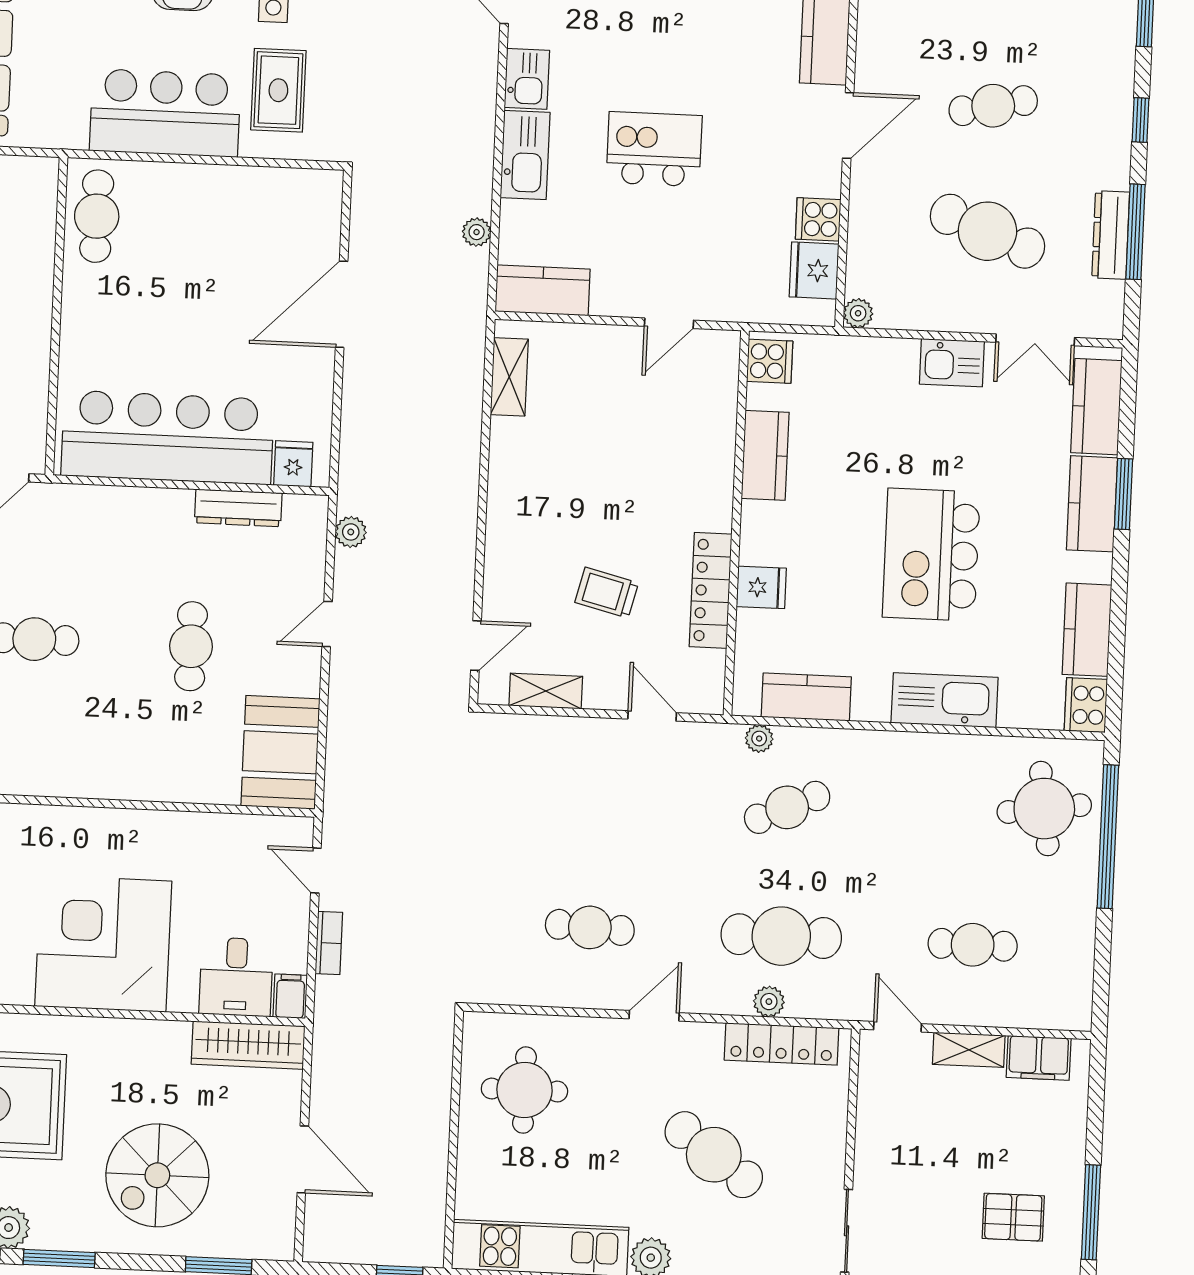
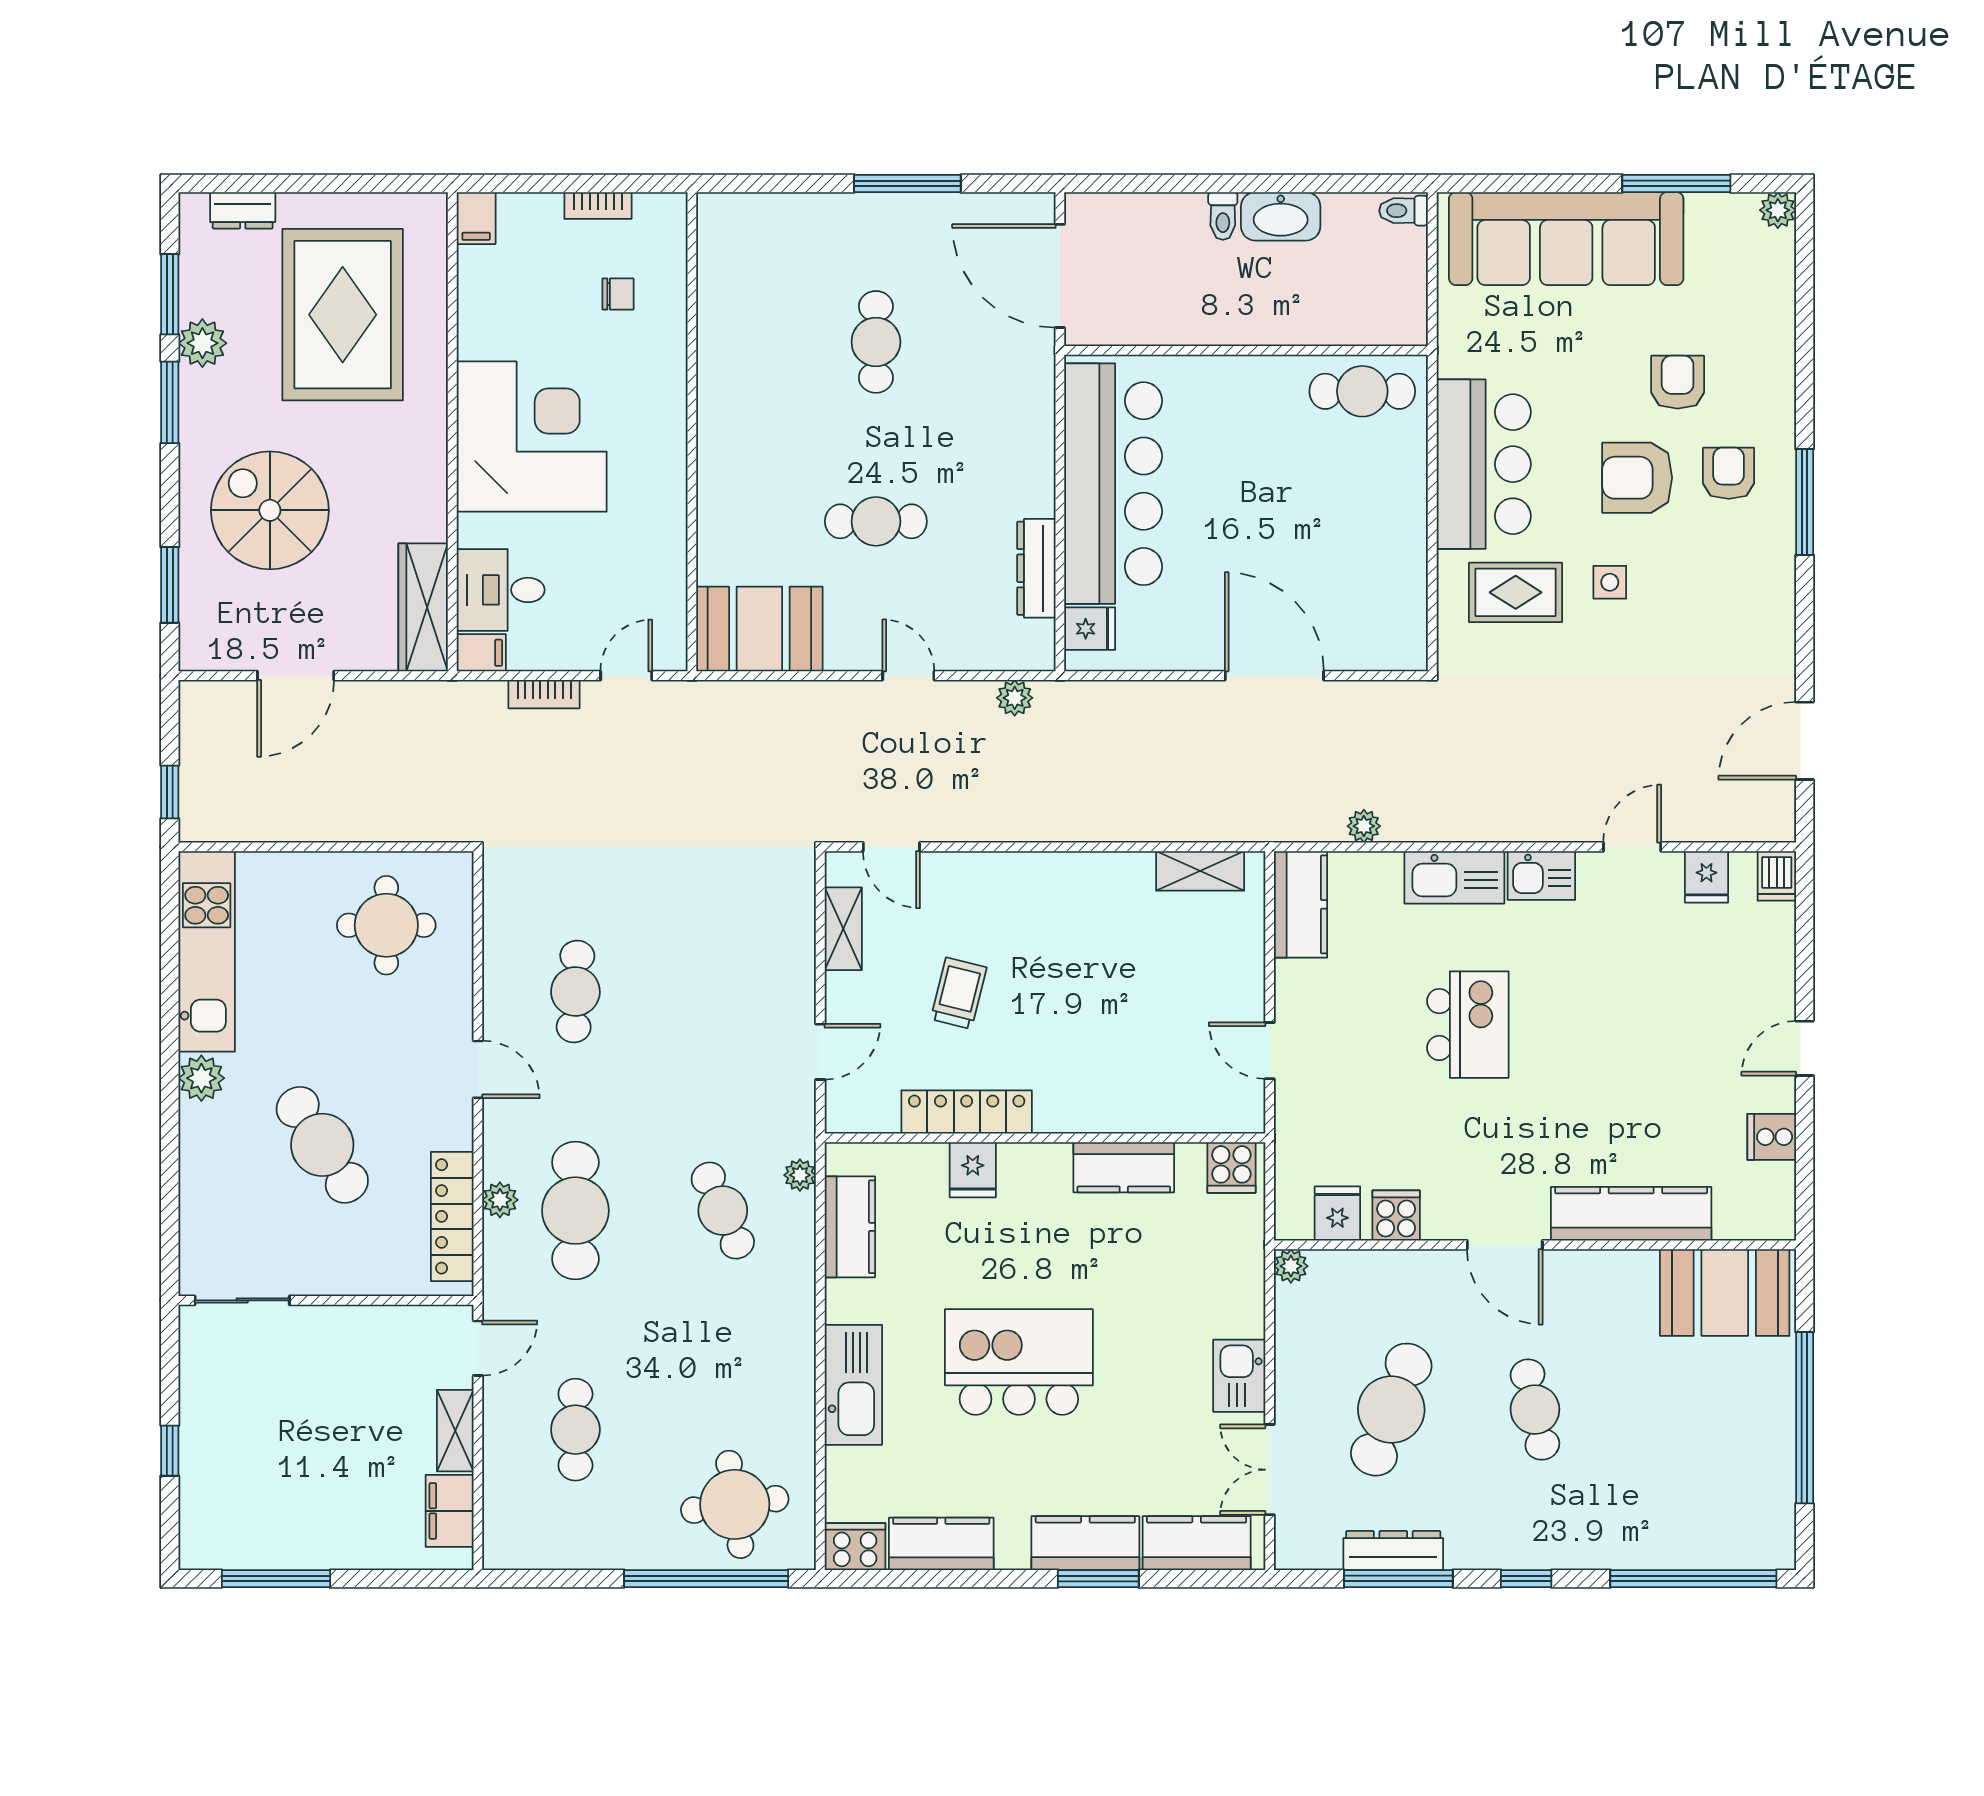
fridge: (814, 270) -> (1337, 1213), width x0.72
cafe table: (714, 1155) -> (322, 1145), turned -69
pallet: (1013, 1217) -> (266, 1490), removed

